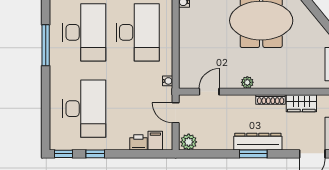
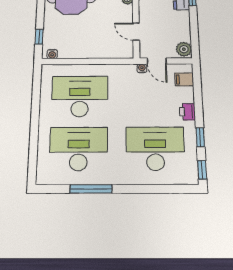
water cooler: (168, 81) -> (142, 68), moved
door: (176, 113) -> (157, 61), hinge flipped
printer: (138, 142) -> (187, 112), moved

